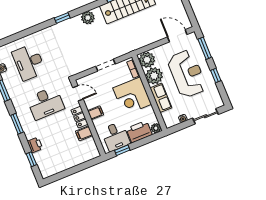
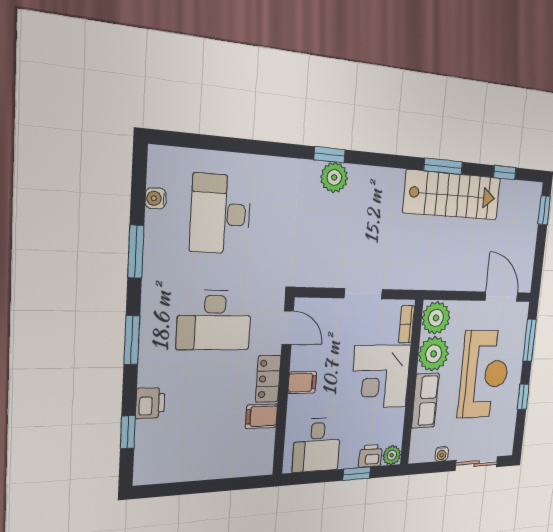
plant: (88, 18) -> (334, 177), moved
printer: (139, 132) -> (370, 456), width x0.53, depth x0.68
window: (122, 150) -> (357, 474), moved

